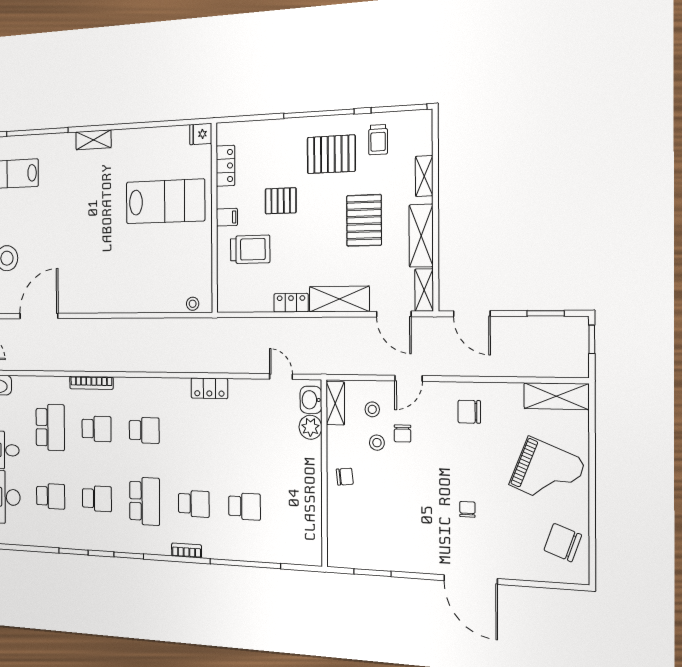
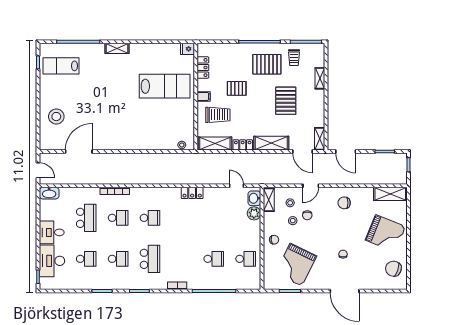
shelving: (421, 236) -> (215, 143), moved, turned 90
school desk: (194, 504) -> (246, 259), moved
grand piano: (383, 525) -> (296, 265), added

